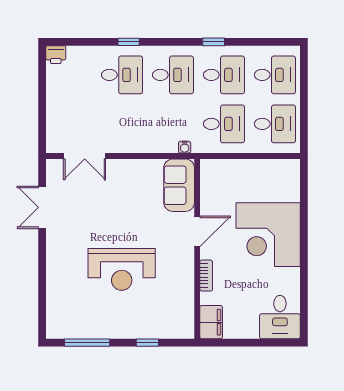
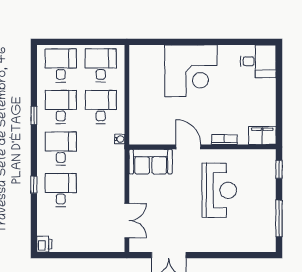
sofa: (179, 185) -> (151, 162), moved
door: (197, 231) -> (188, 147), moved
wall: (197, 249) -> (203, 147), moved
bookcase: (206, 276) -> (224, 140), moved
filing cabinet: (211, 322) -> (262, 136), moved

